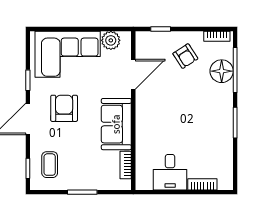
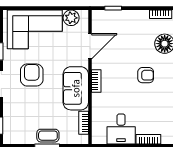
armchair: (185, 56) -> (146, 75), moved, turned -57
bookcase: (141, 115) -> (96, 81), added
coffee table: (50, 165) -> (48, 136), moved, turned 90

